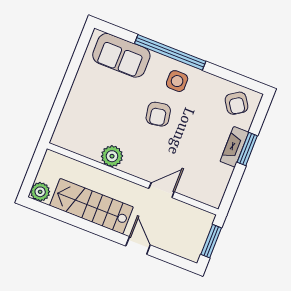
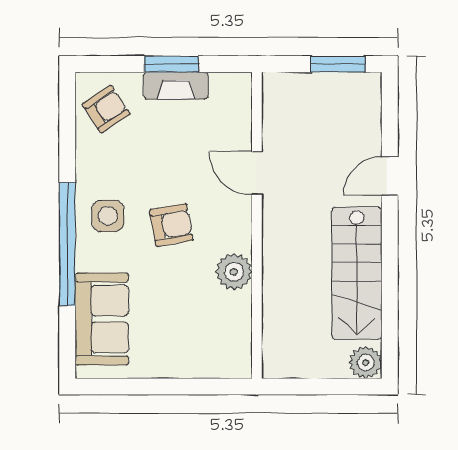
plant: (112, 156) -> (234, 272), moved
wall: (133, 179) -> (257, 225), moved
door: (162, 190) -> (257, 173), moved

